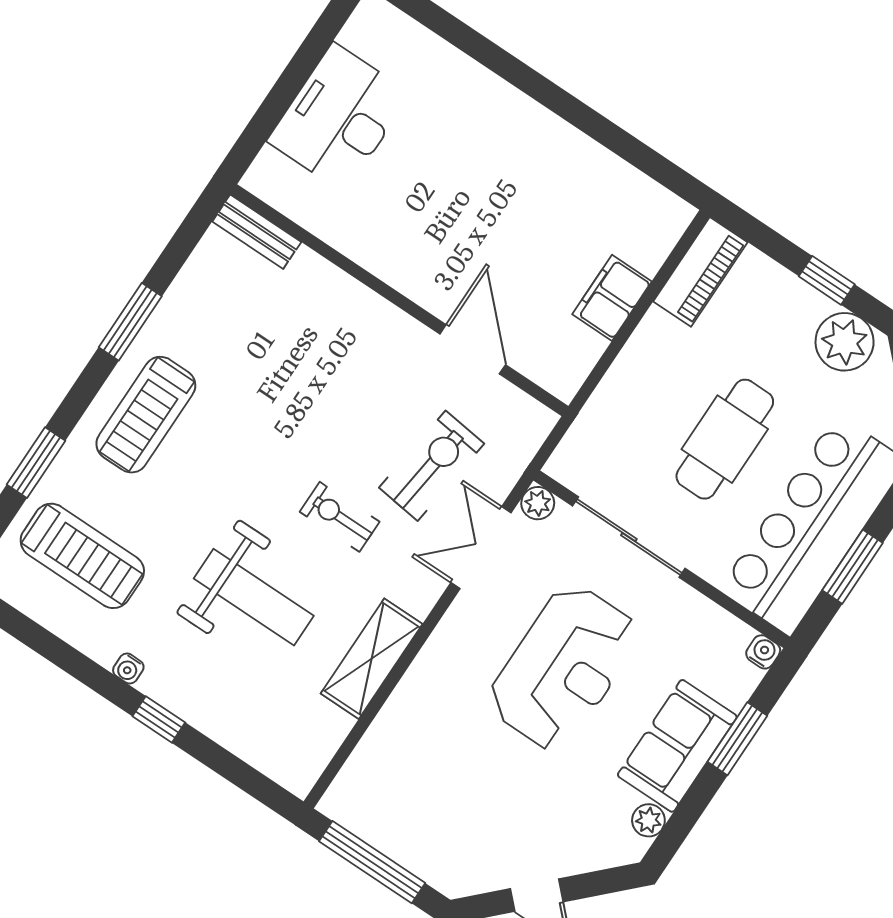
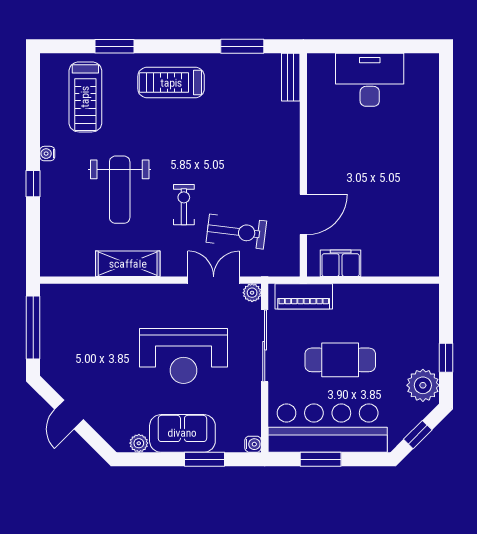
piano: (700, 272) -> (304, 296), moved
filing cabinet: (612, 298) -> (341, 263), moved
window: (130, 322) -> (242, 46), moved

